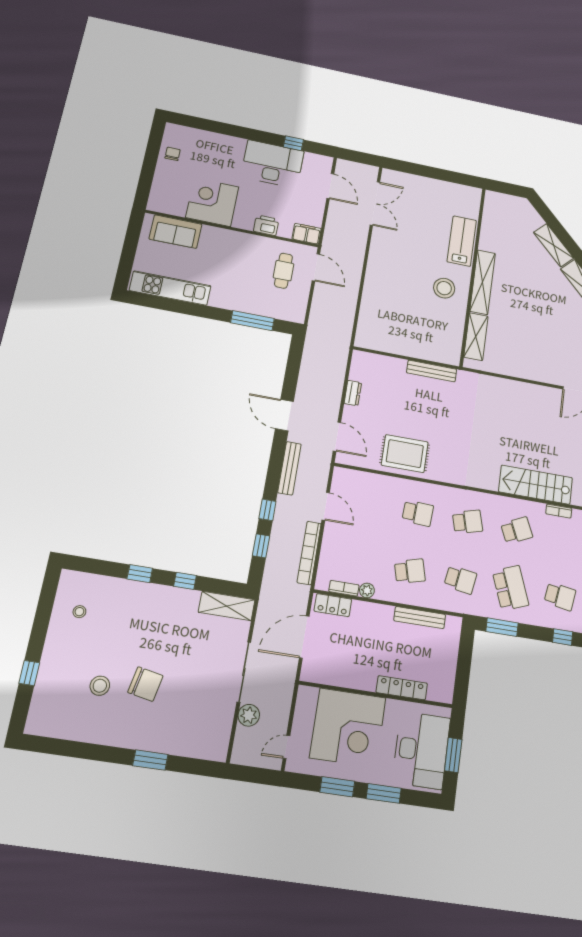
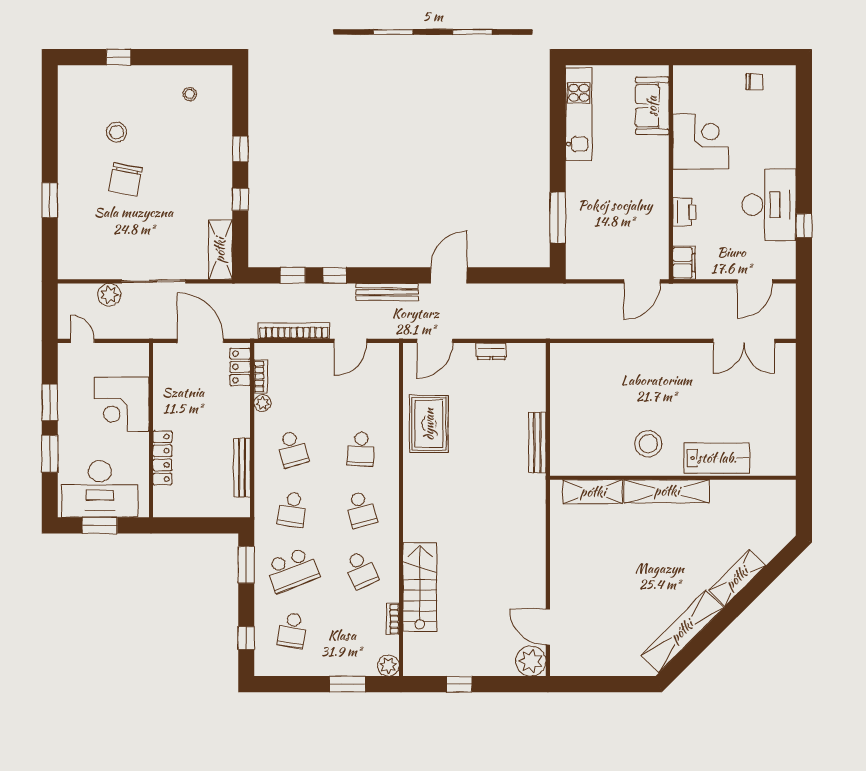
cafe table: (284, 271) -> (629, 243), removed
corner desk: (348, 728) -> (122, 404), width x0.74, depth x0.74

